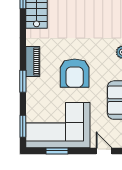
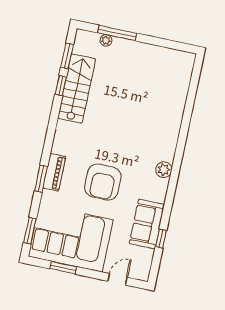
piano: (33, 62) -> (54, 172), moved
door: (104, 151) -> (118, 279), hinge flipped

